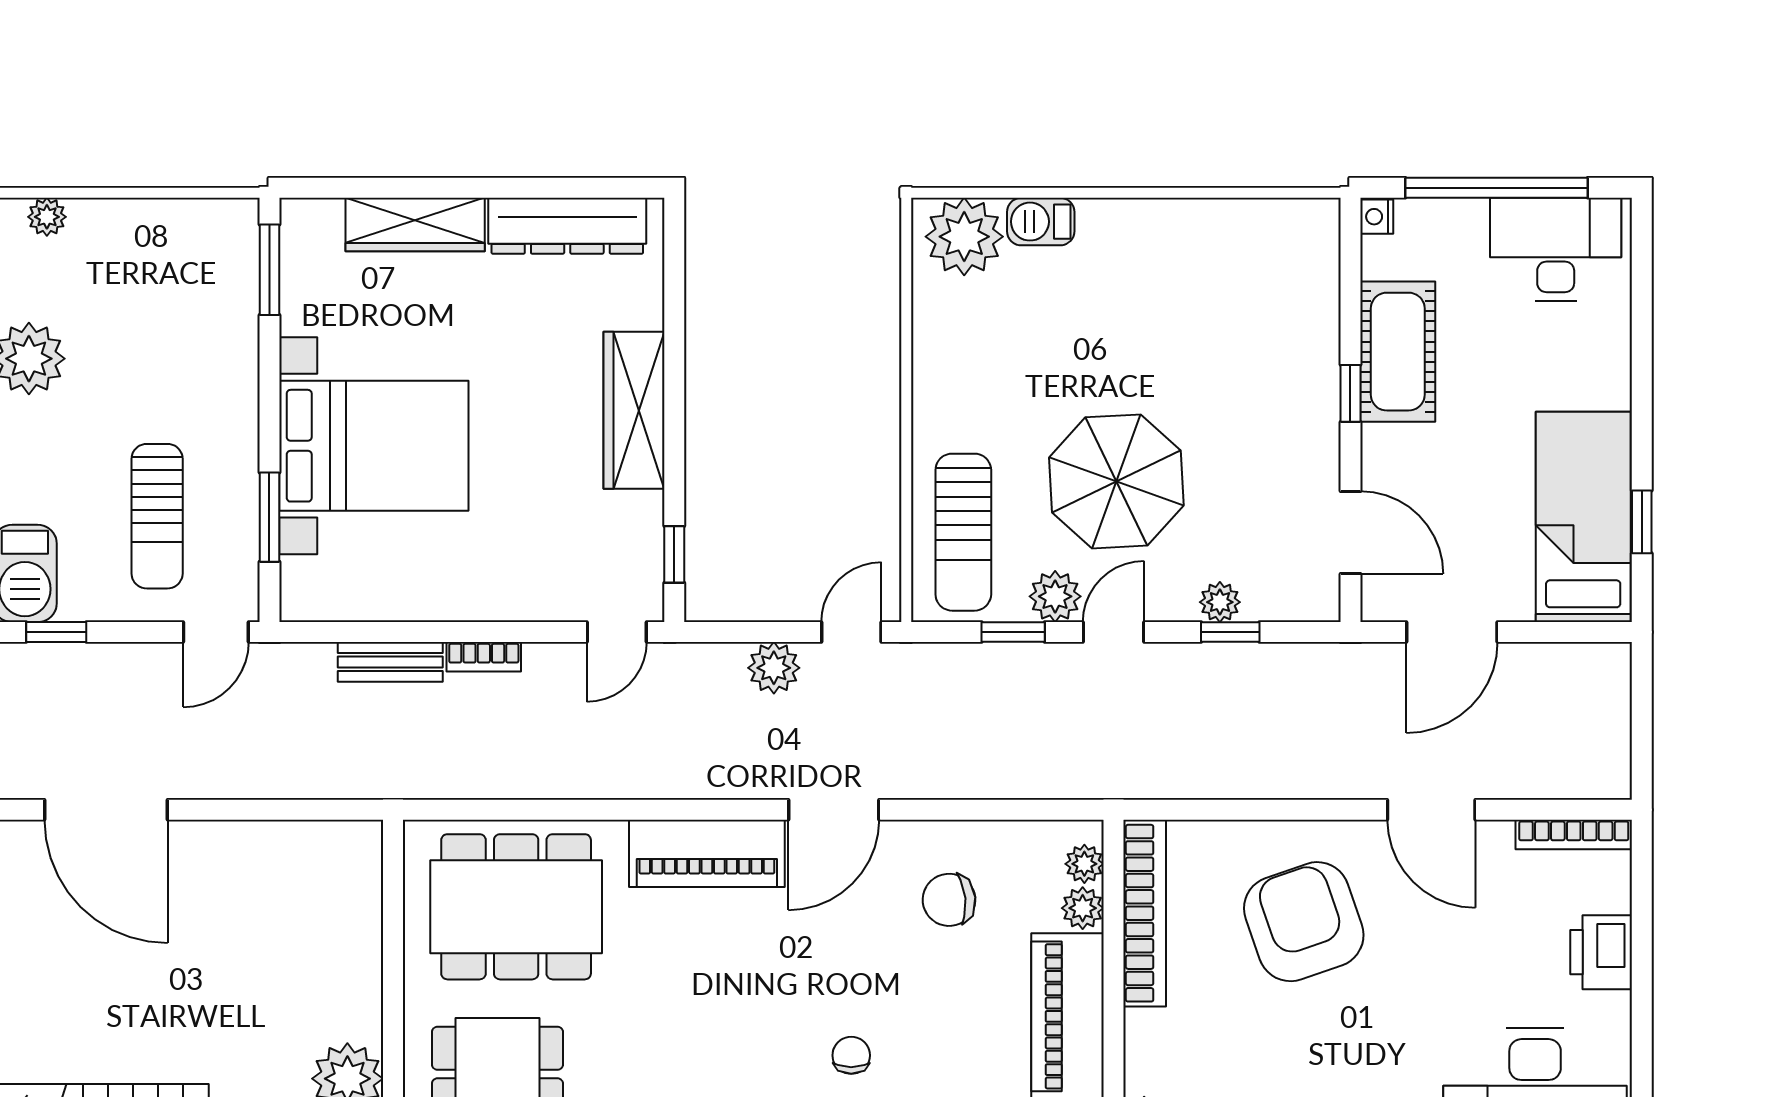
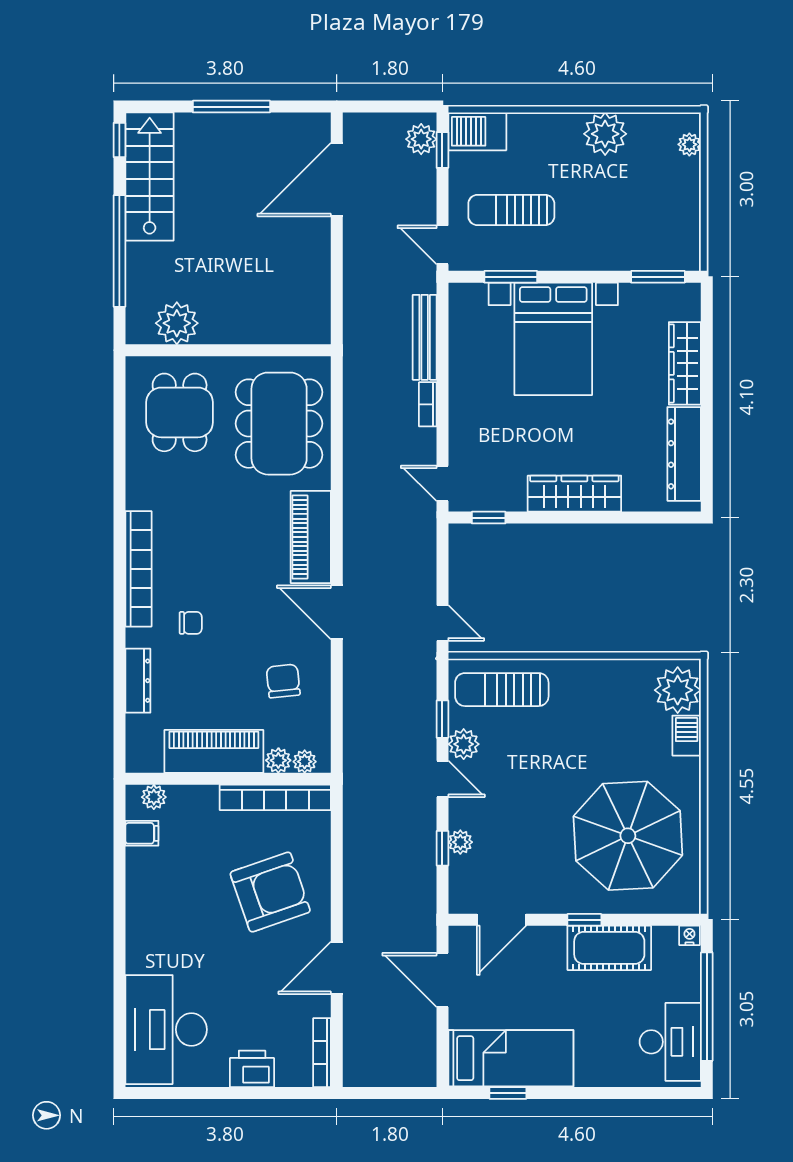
parasol: (1116, 481) -> (628, 836), moved, width x1.36, depth x1.36
bench: (390, 662) -> (425, 337), width x1.36
plant: (774, 668) -> (421, 139), moved

